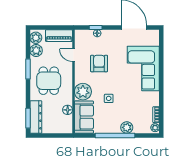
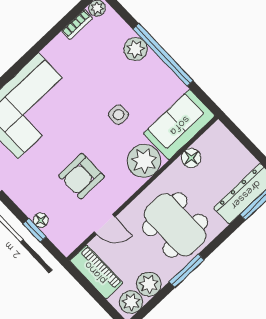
door: (73, 55) -> (105, 224), hinge flipped
dining table: (49, 81) -> (175, 225), width x1.38

